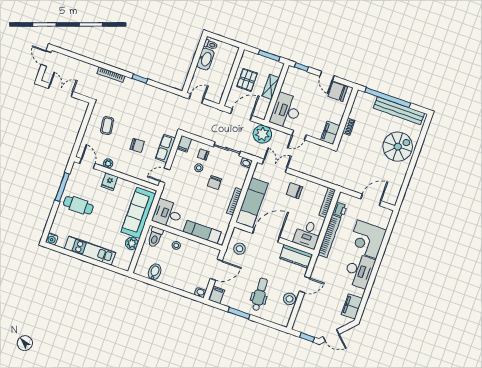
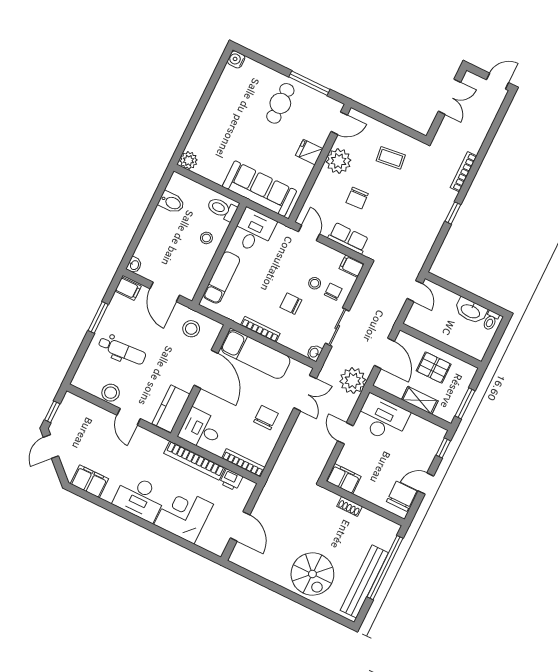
plant: (108, 163) -> (339, 161), width x1.87, depth x1.87
plant: (132, 243) -> (188, 160), moved
kitchen unit: (90, 250) -> (213, 113), removed

